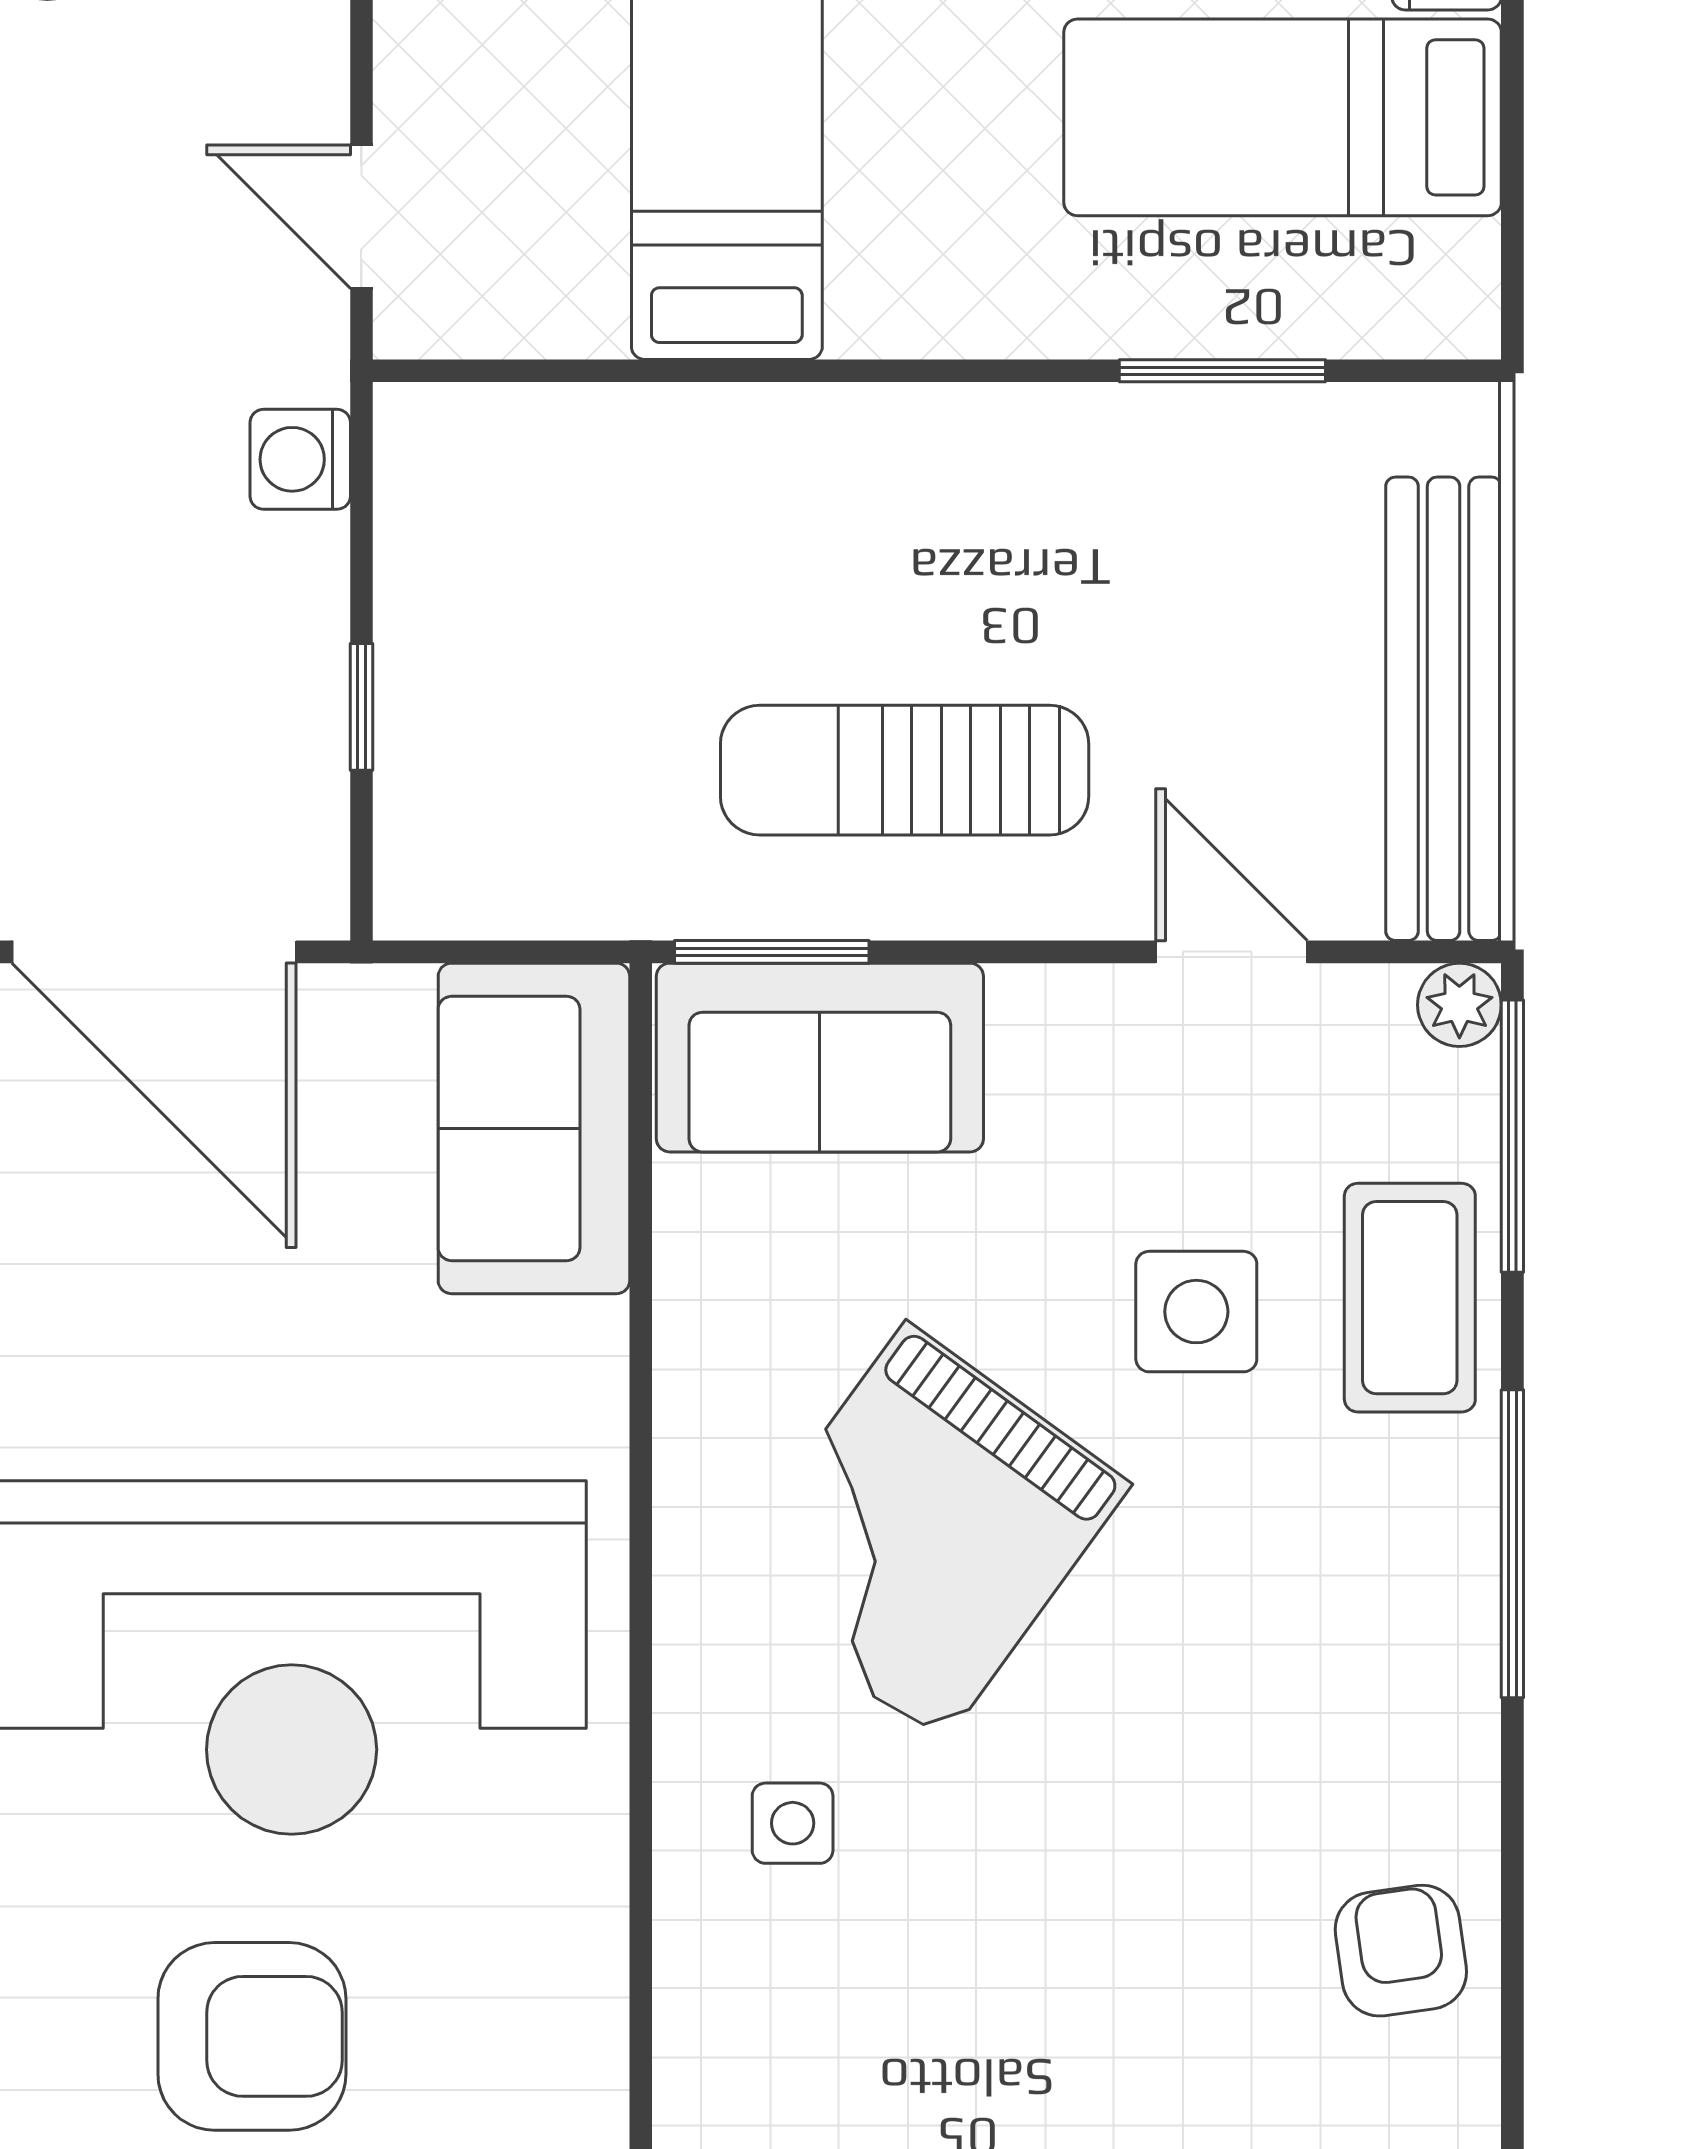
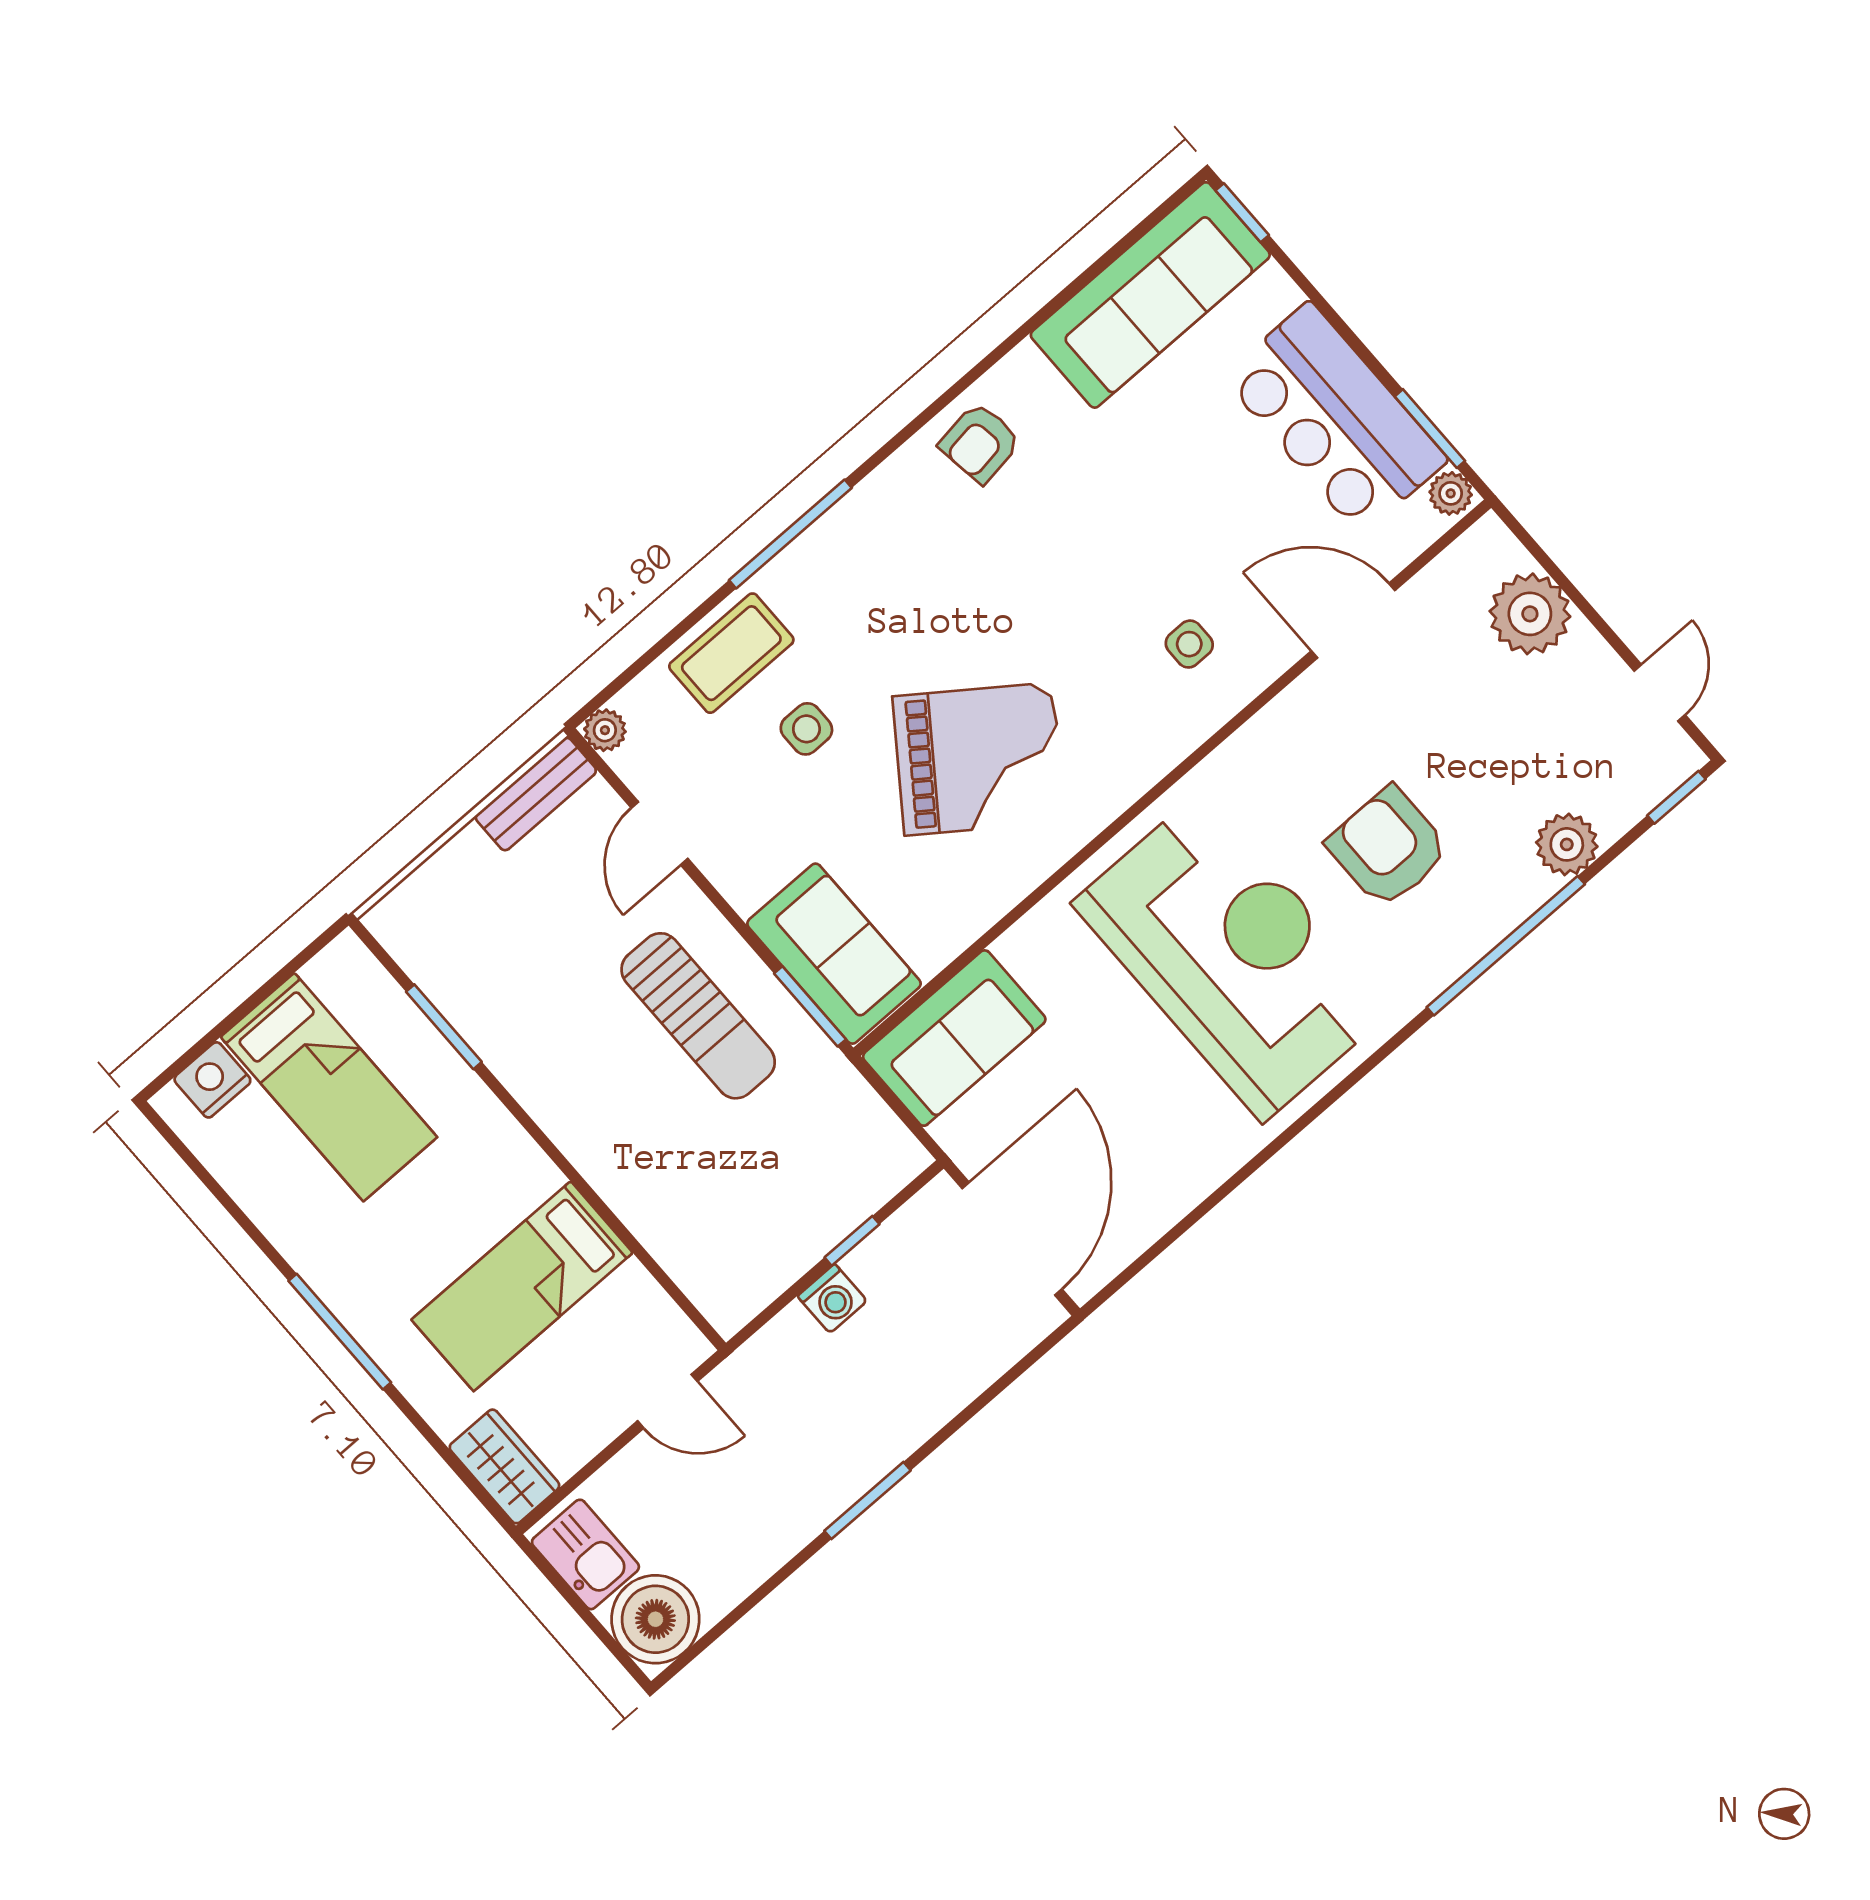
door: (361, 217) -> (667, 1401), hinge flipped
washing machine: (300, 459) -> (832, 1298), moved
bench: (1444, 709) -> (536, 794), width x0.54, depth x0.82
window: (1512, 1136) -> (637, 667), removed
side table: (1196, 1312) -> (806, 729), width x0.73, depth x0.73
side table: (793, 1823) -> (1189, 644), moved

